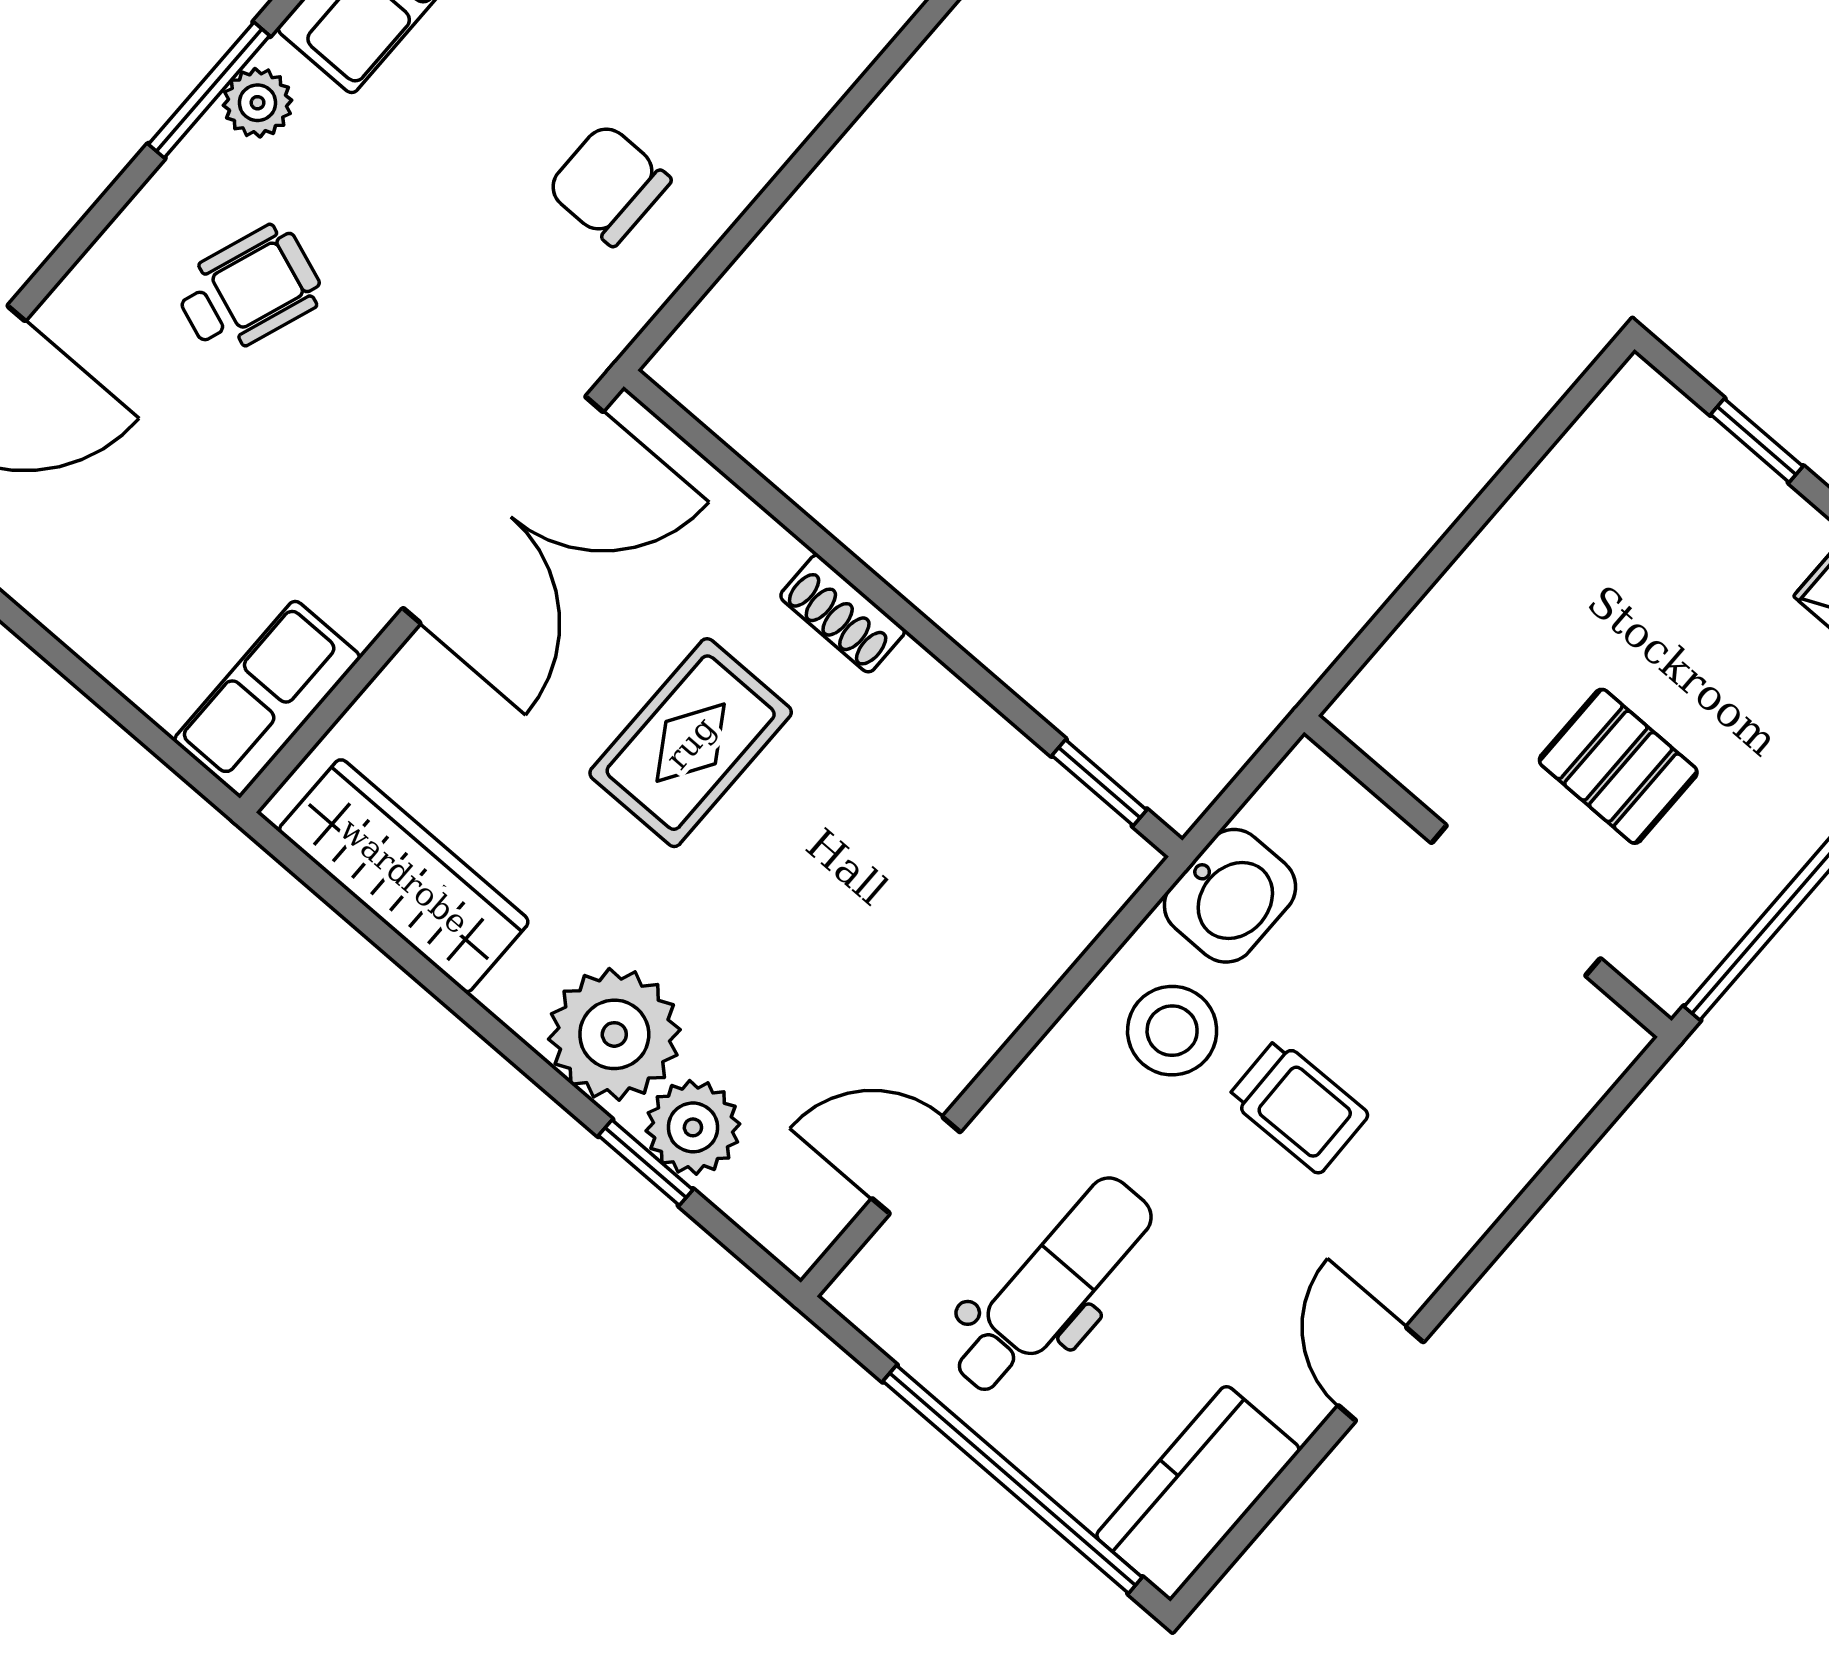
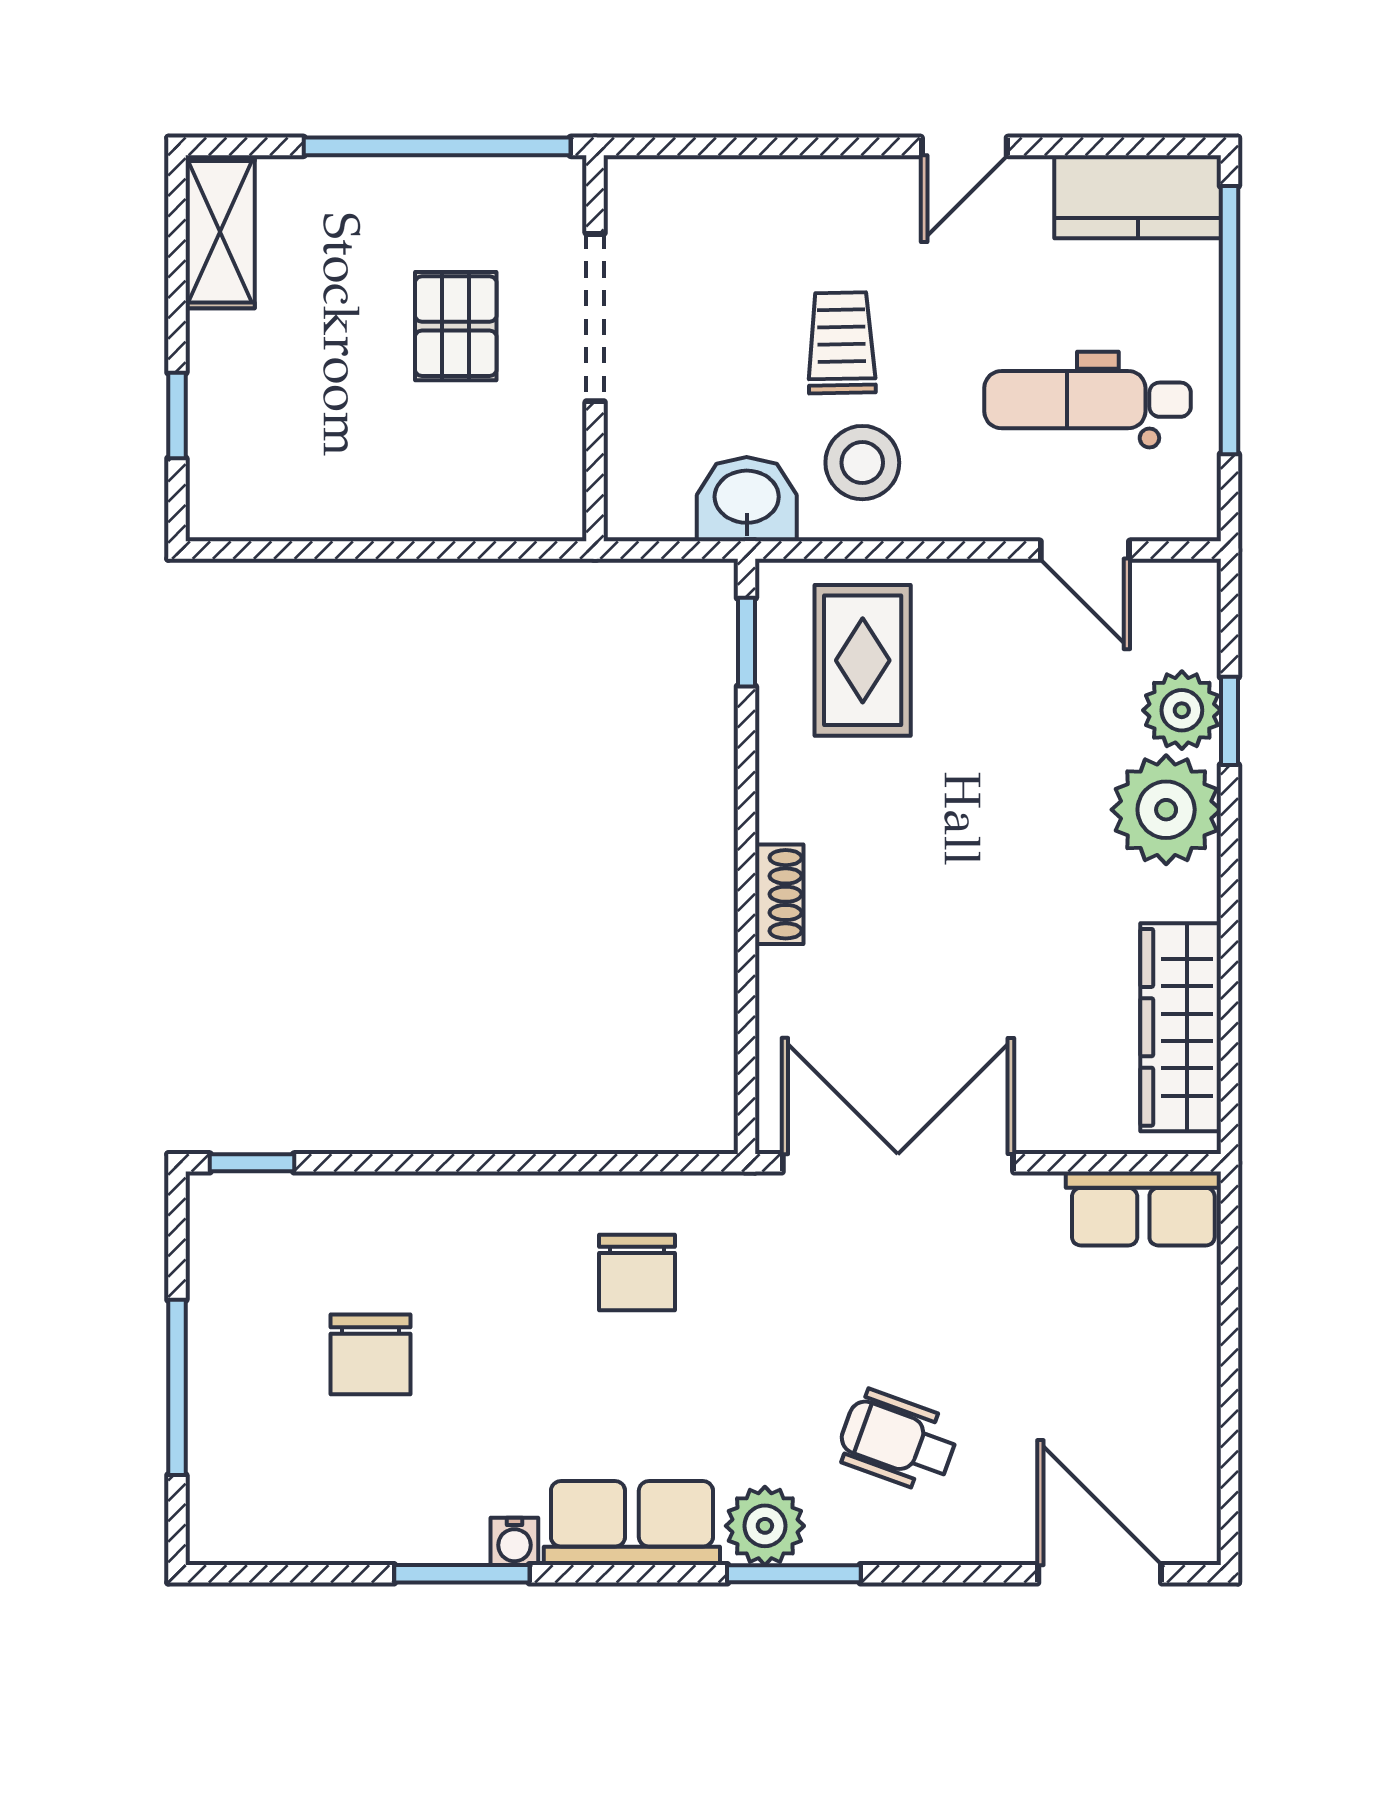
plant: (258, 103) -> (765, 1526), width x1.38, depth x1.38
rug: (691, 743) -> (863, 660), moved, turned 90

